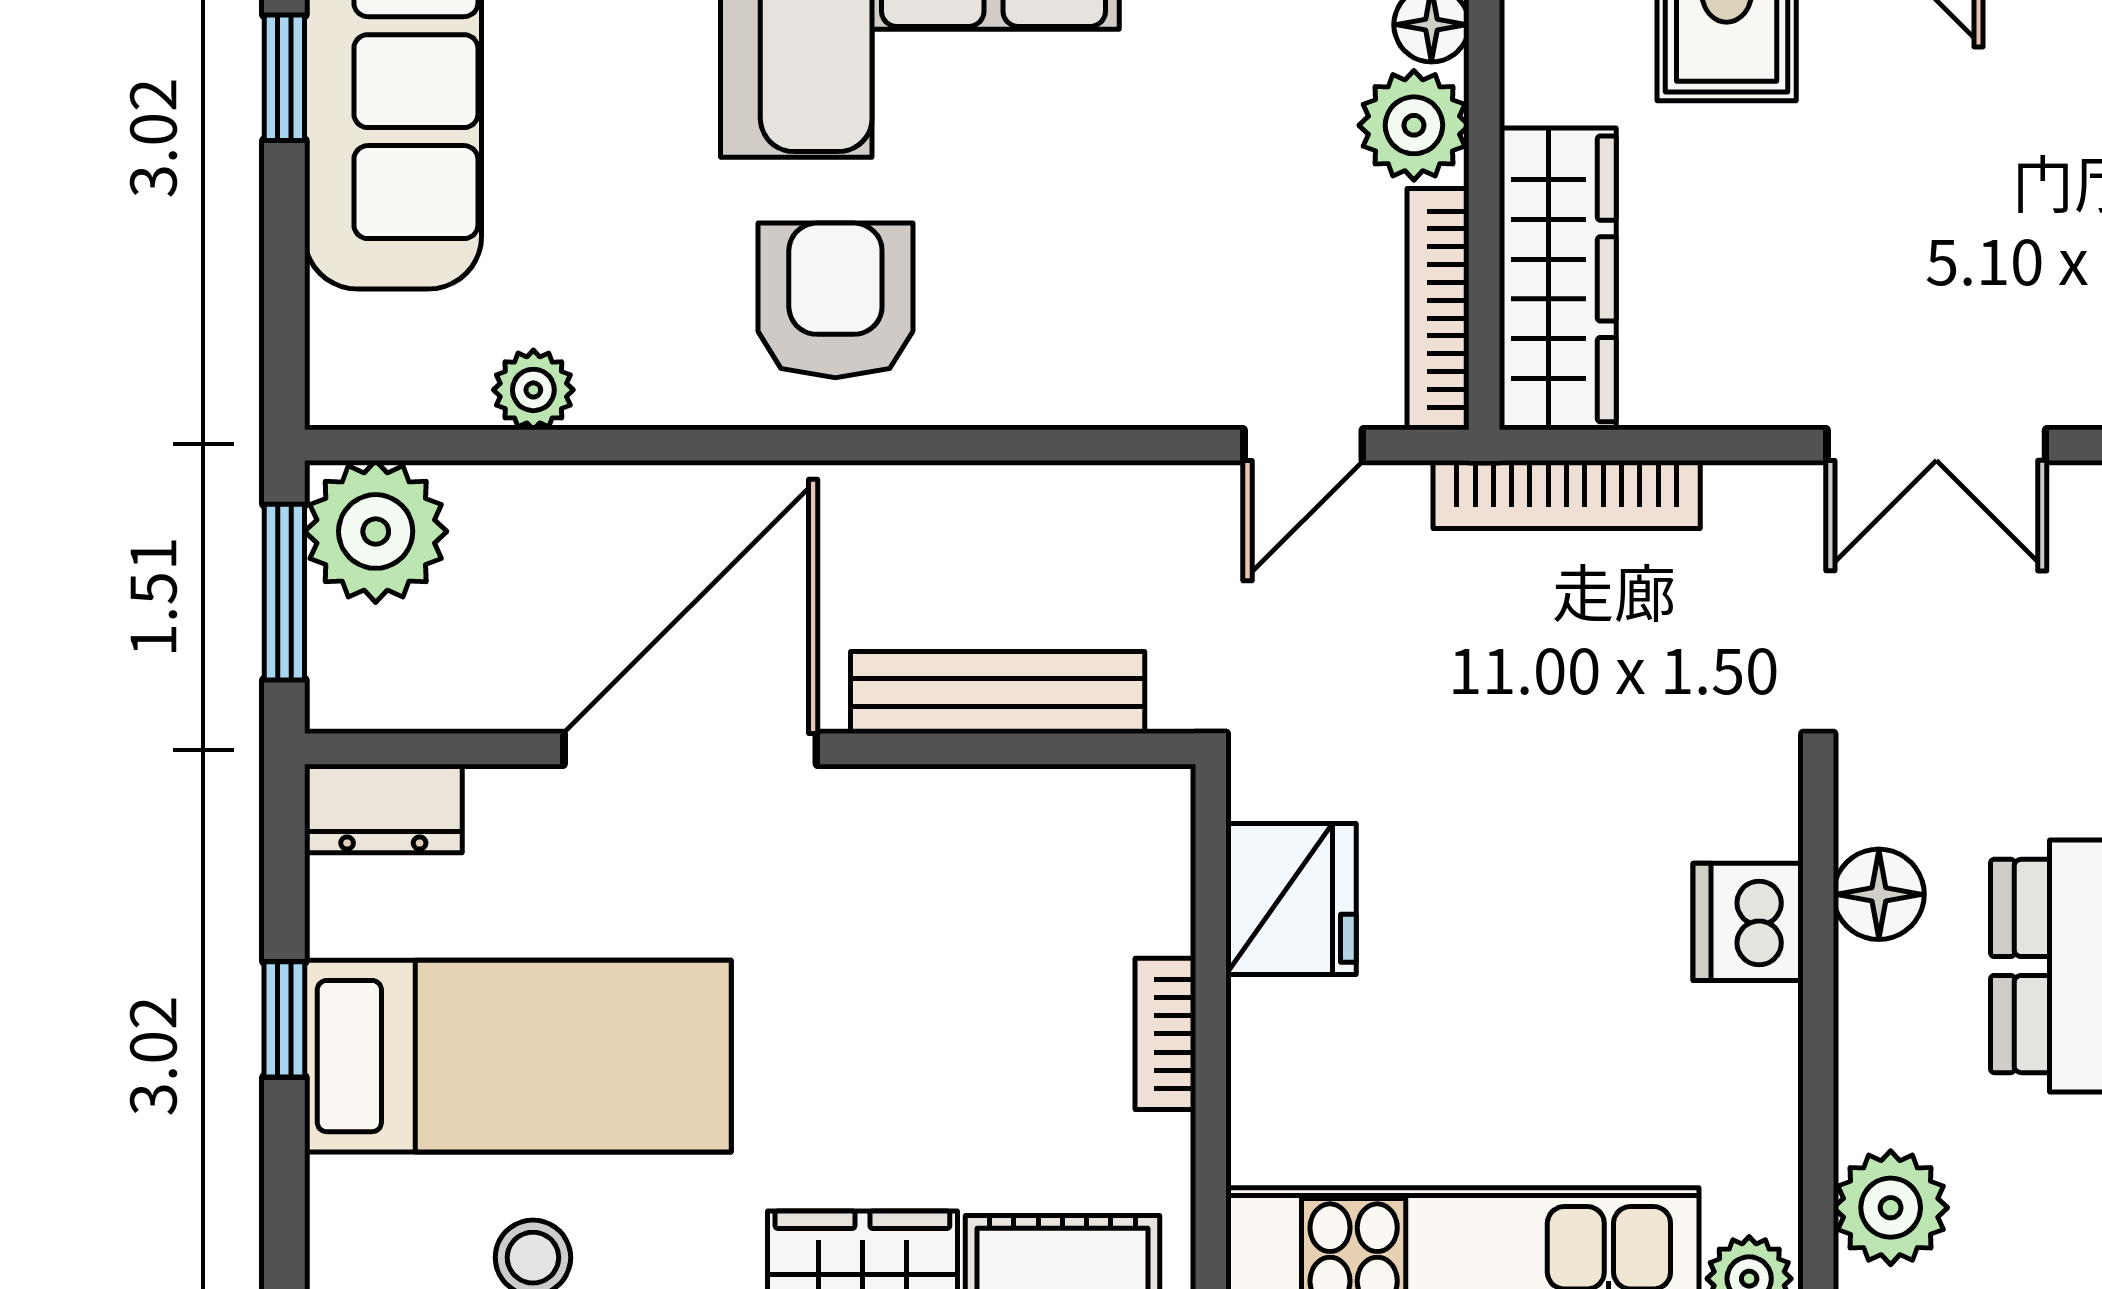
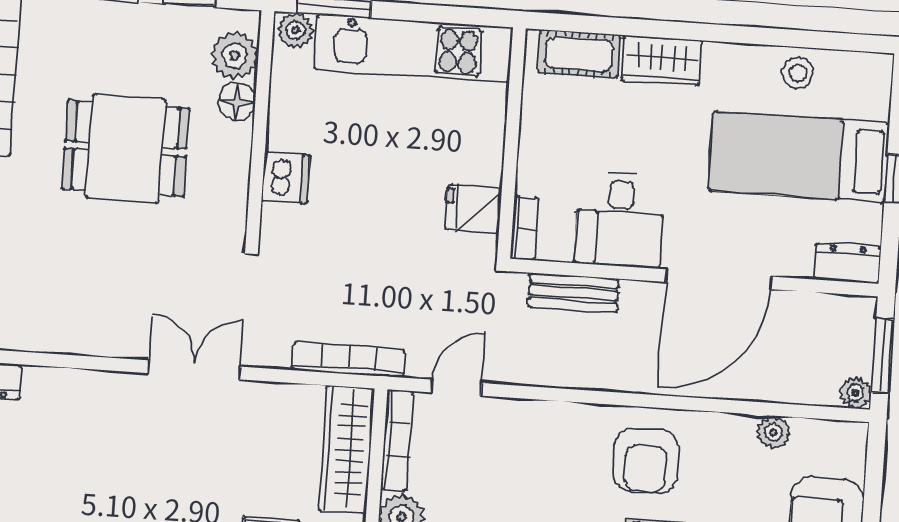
plant: (376, 531) -> (855, 393), width x0.53, depth x0.53
bench: (998, 693) -> (574, 293), width x0.73
desk: (938, 876) -> (620, 220), added
floor lamp: (1879, 894) -> (237, 102), moved
fridge: (1291, 899) -> (474, 209), width x0.72
bookcase: (1165, 1034) -> (525, 228), moved

